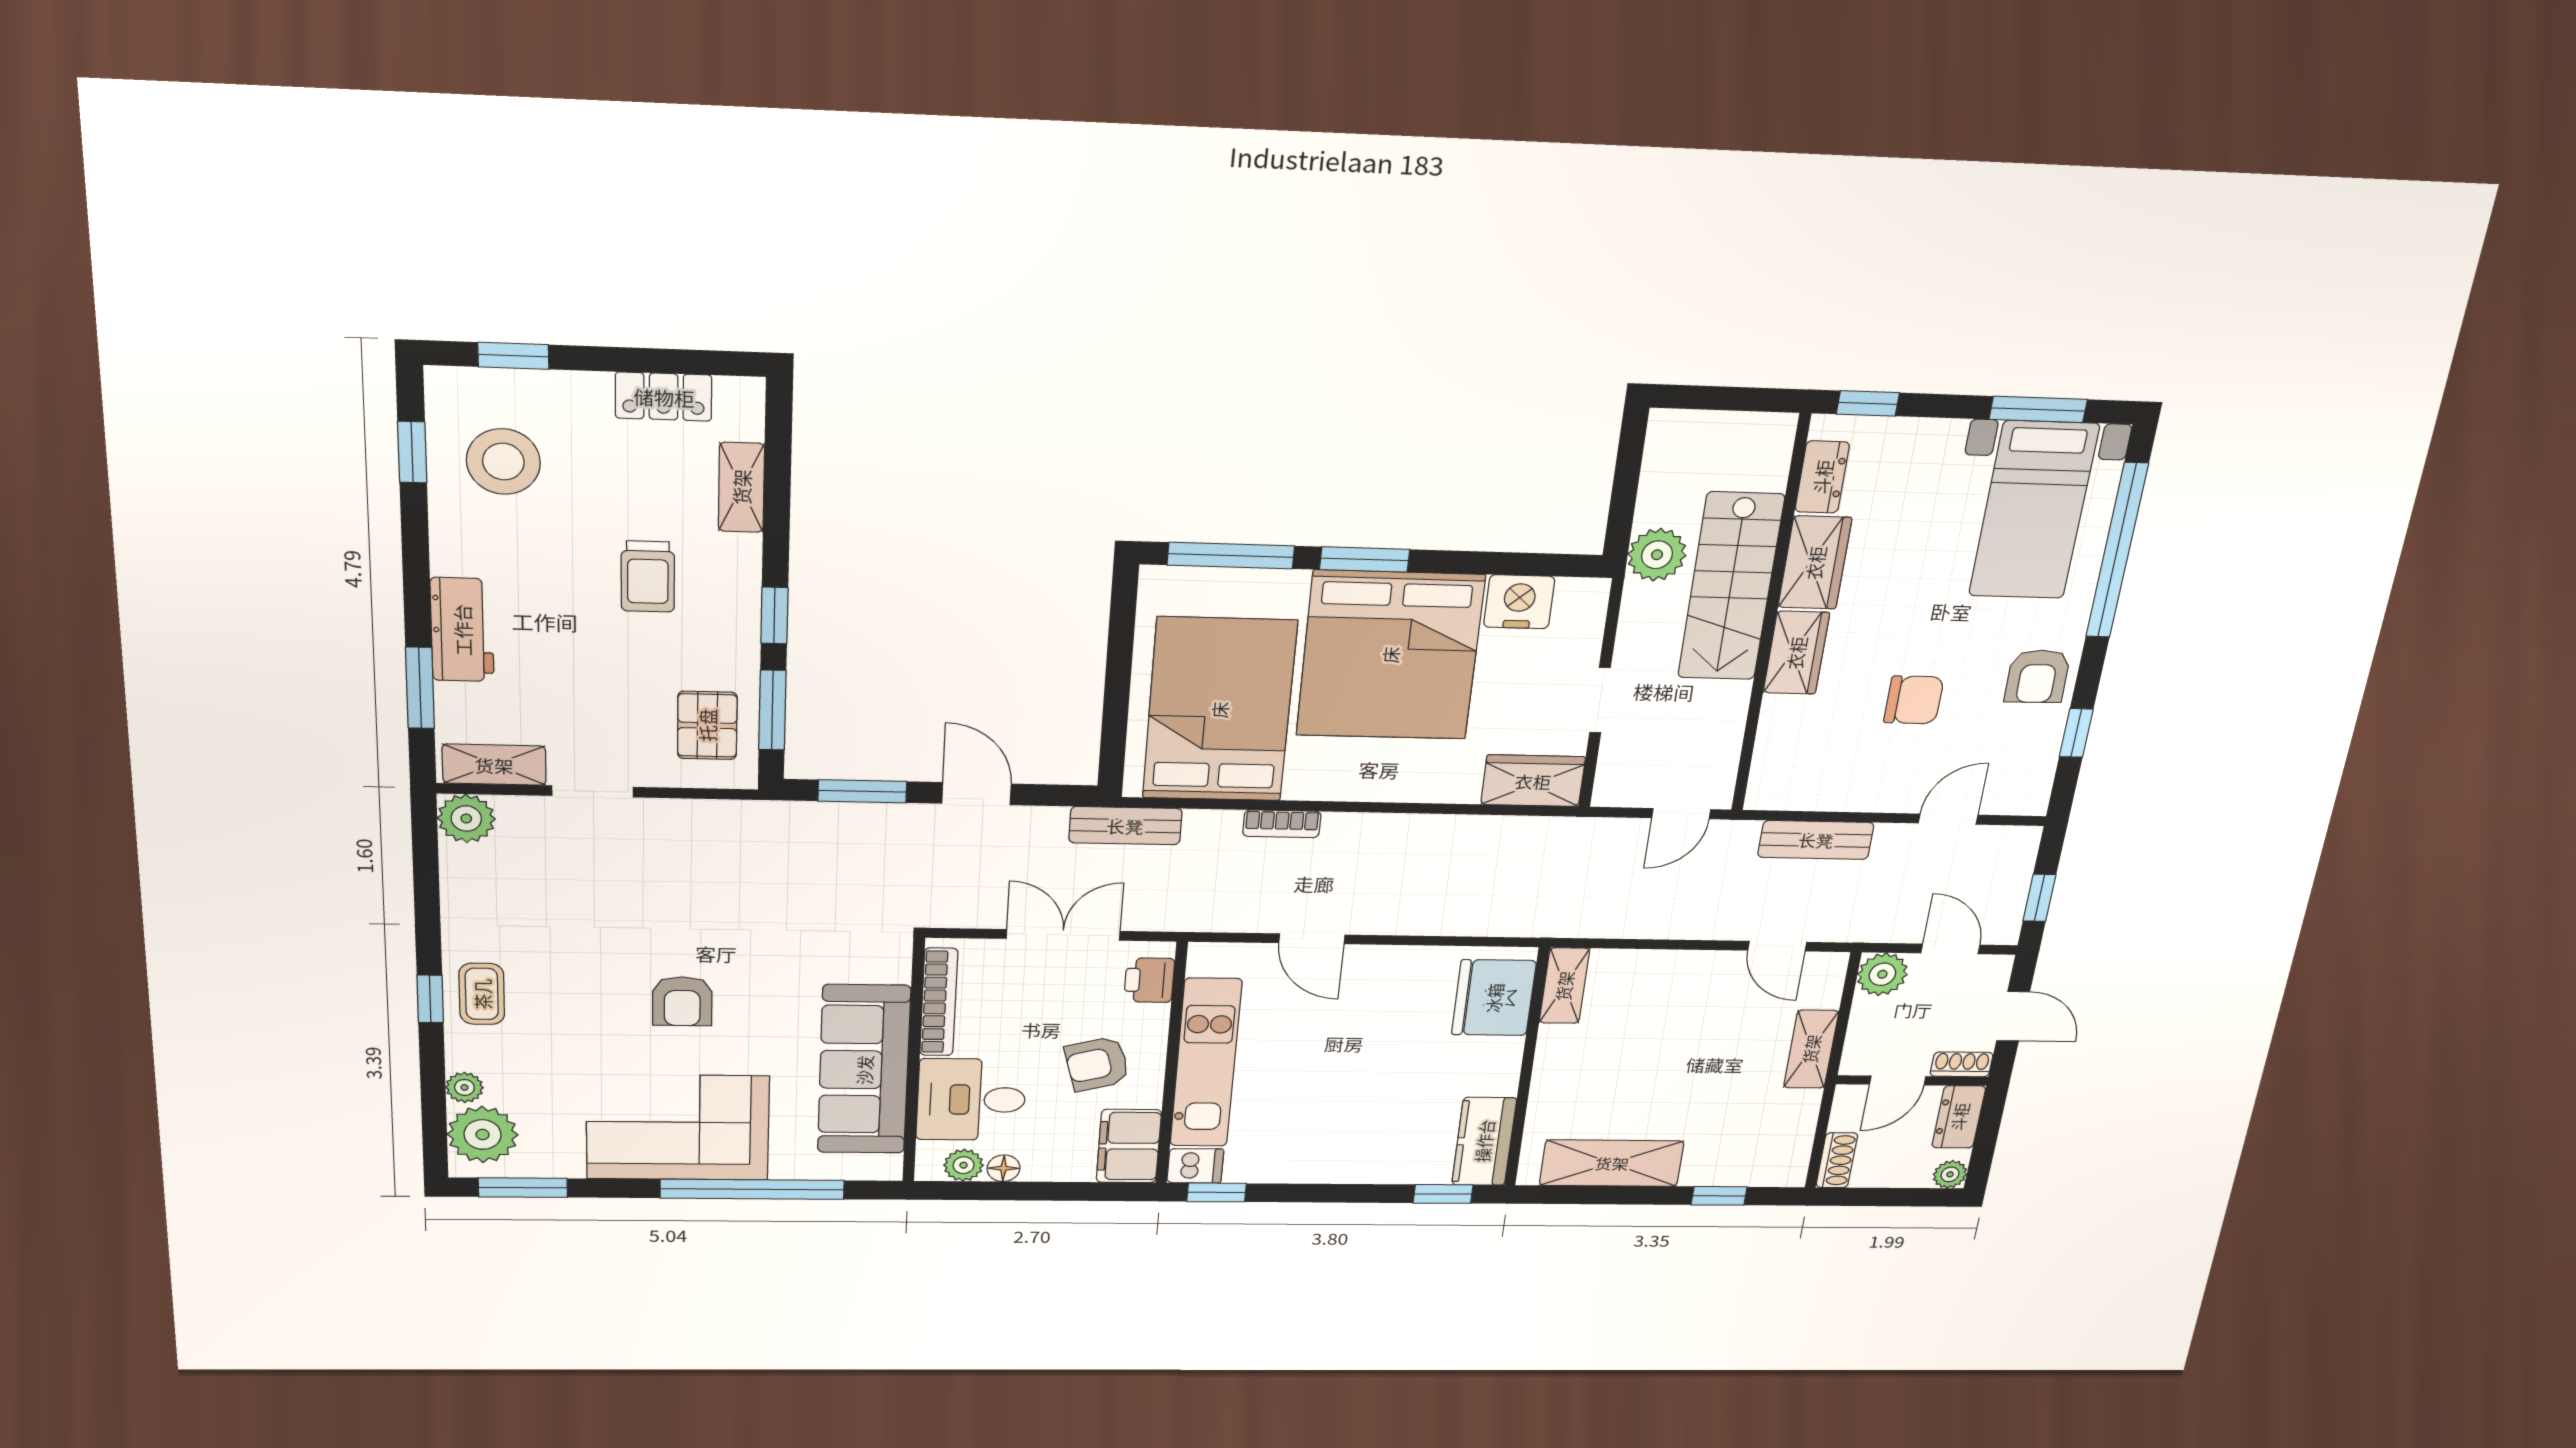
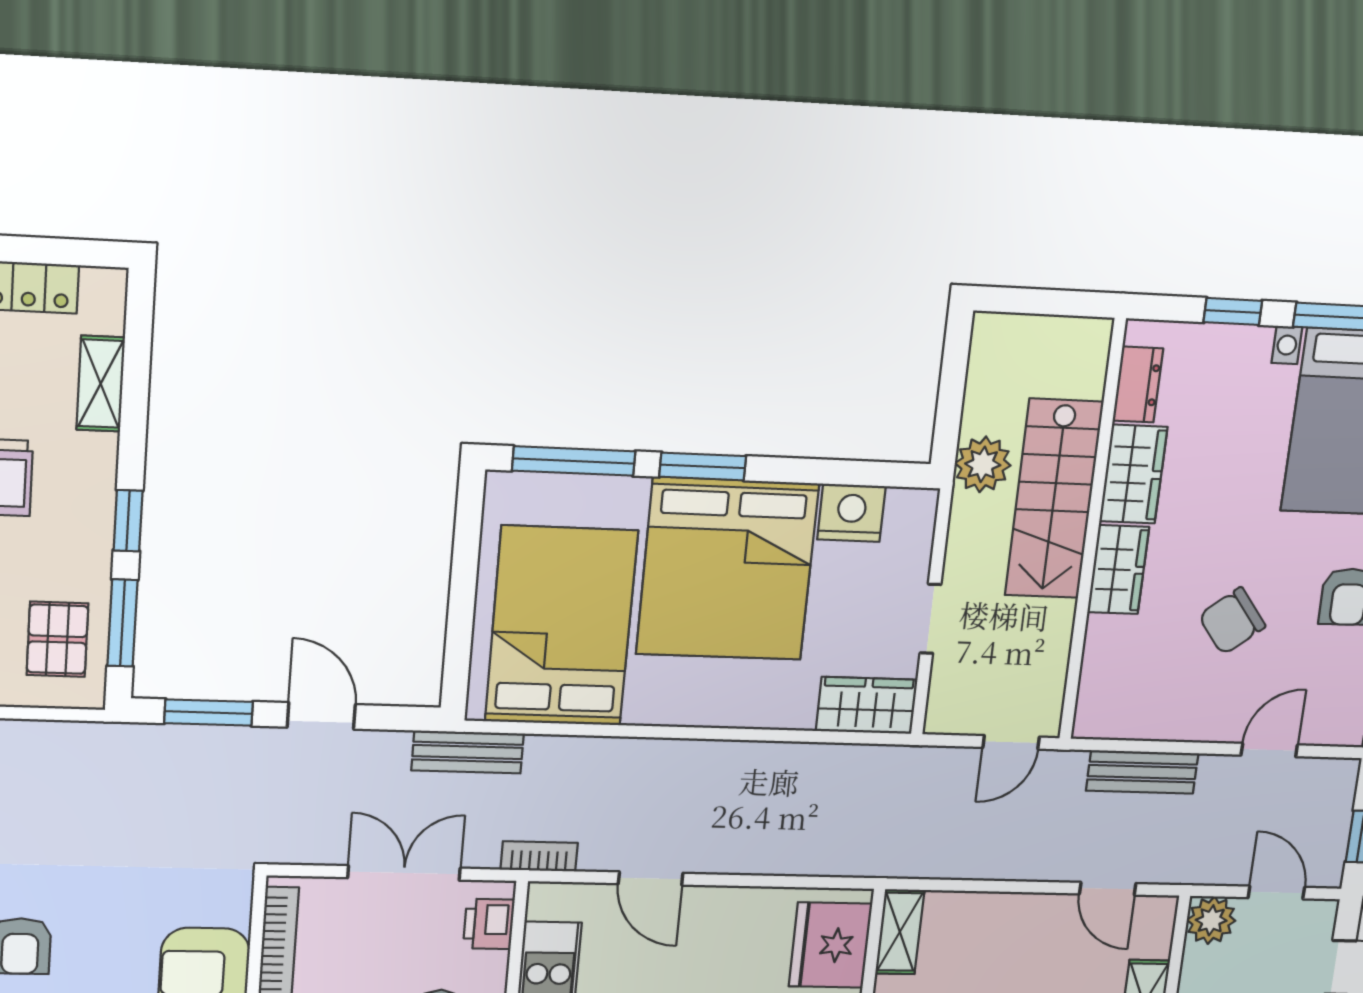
window: (1868, 403) -> (1233, 311), moved
chair: (1914, 700) -> (1232, 621), turned 142
bookcase: (1282, 824) -> (539, 856), moved, turned 180

